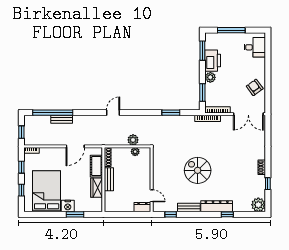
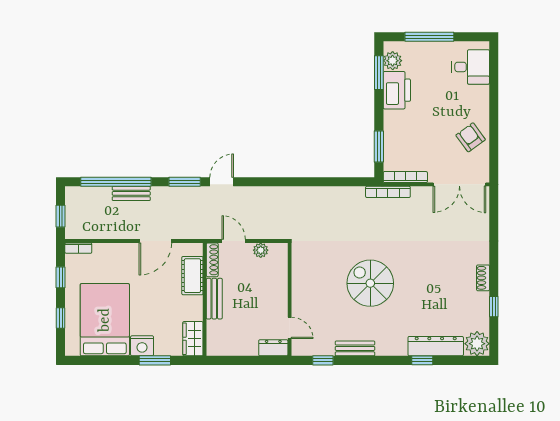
plant: (210, 77) -> (393, 61), moved
window: (171, 113) -> (185, 182), moved
plant: (133, 140) -> (257, 230), removed
door: (120, 146) -> (234, 241), added
wardrobe: (97, 188) -> (193, 339), moved
dresser: (217, 206) -> (436, 346), moved

